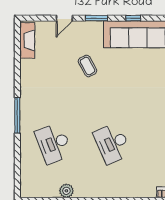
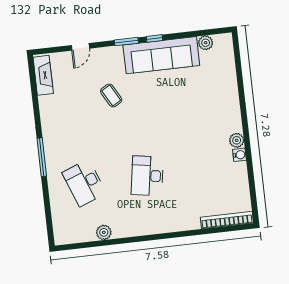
window: (96, 18) -> (126, 42), moved
desk: (112, 143) -> (147, 176), turned 33

